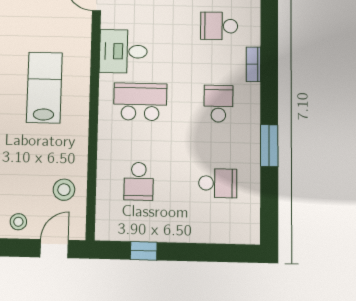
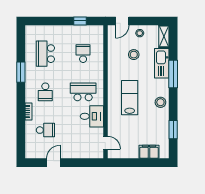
lab bench: (44, 88) -> (130, 98), turned 180
school desk: (140, 102) -> (83, 92), turned 180
school desk: (218, 183) -> (45, 54), width x1.85
stool: (64, 190) -> (134, 55), moved

